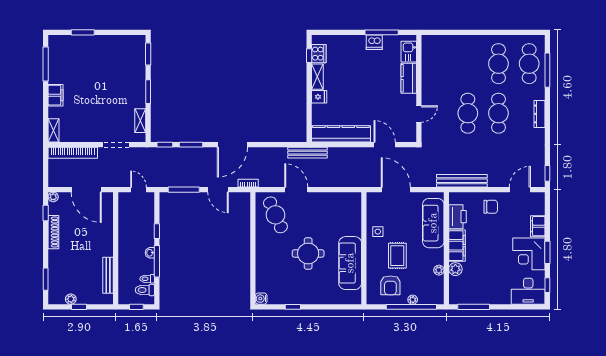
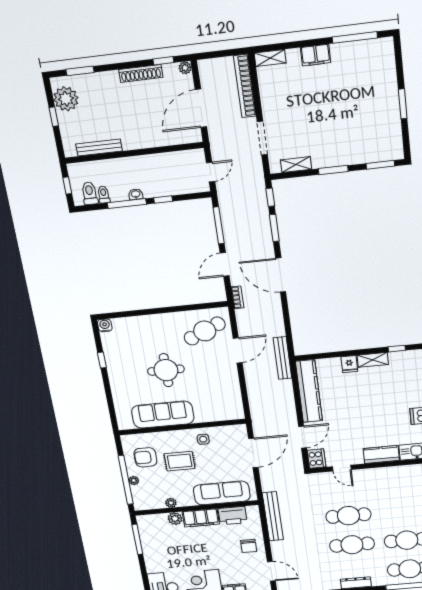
window: (83, 32) -> (403, 104), moved
cooker: (319, 54) -> (317, 459), moved, turned -90
plant: (71, 299) -> (66, 99), width x1.87, depth x1.87

